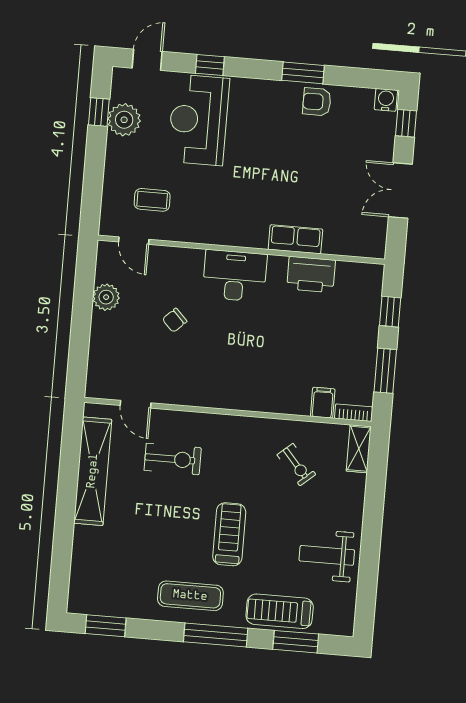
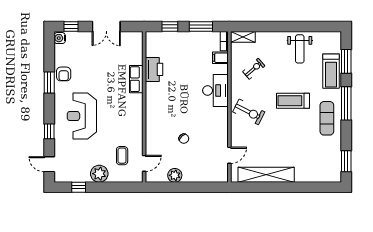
plant: (124, 120) -> (99, 174), moved
reception desk: (199, 120) -> (82, 116), moved, turned 90
desk: (235, 276) -> (215, 90), moved, turned 180
exercise bike: (173, 459) -> (249, 112), moved, turned 117

